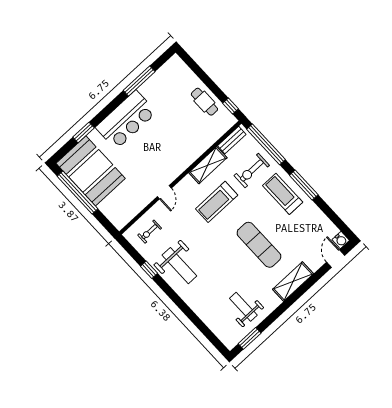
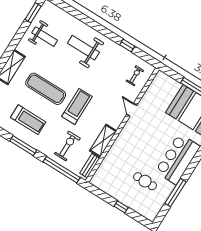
cafe table: (204, 102) -> (145, 181), moved
window: (231, 106) -> (121, 207), moved
treadmill: (283, 194) -> (28, 120), moved
treadmill: (217, 202) -> (77, 107), moved
weight bench: (179, 266) -> (83, 48), moved

